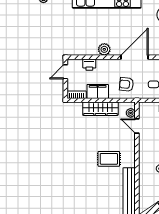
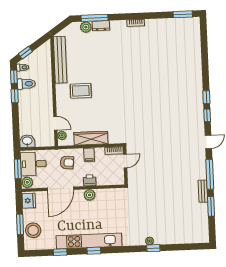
printer: (89, 65) -> (90, 180), moved
door: (65, 72) -> (125, 161), moved
filing cabinet: (98, 91) -> (89, 155), width x0.50

